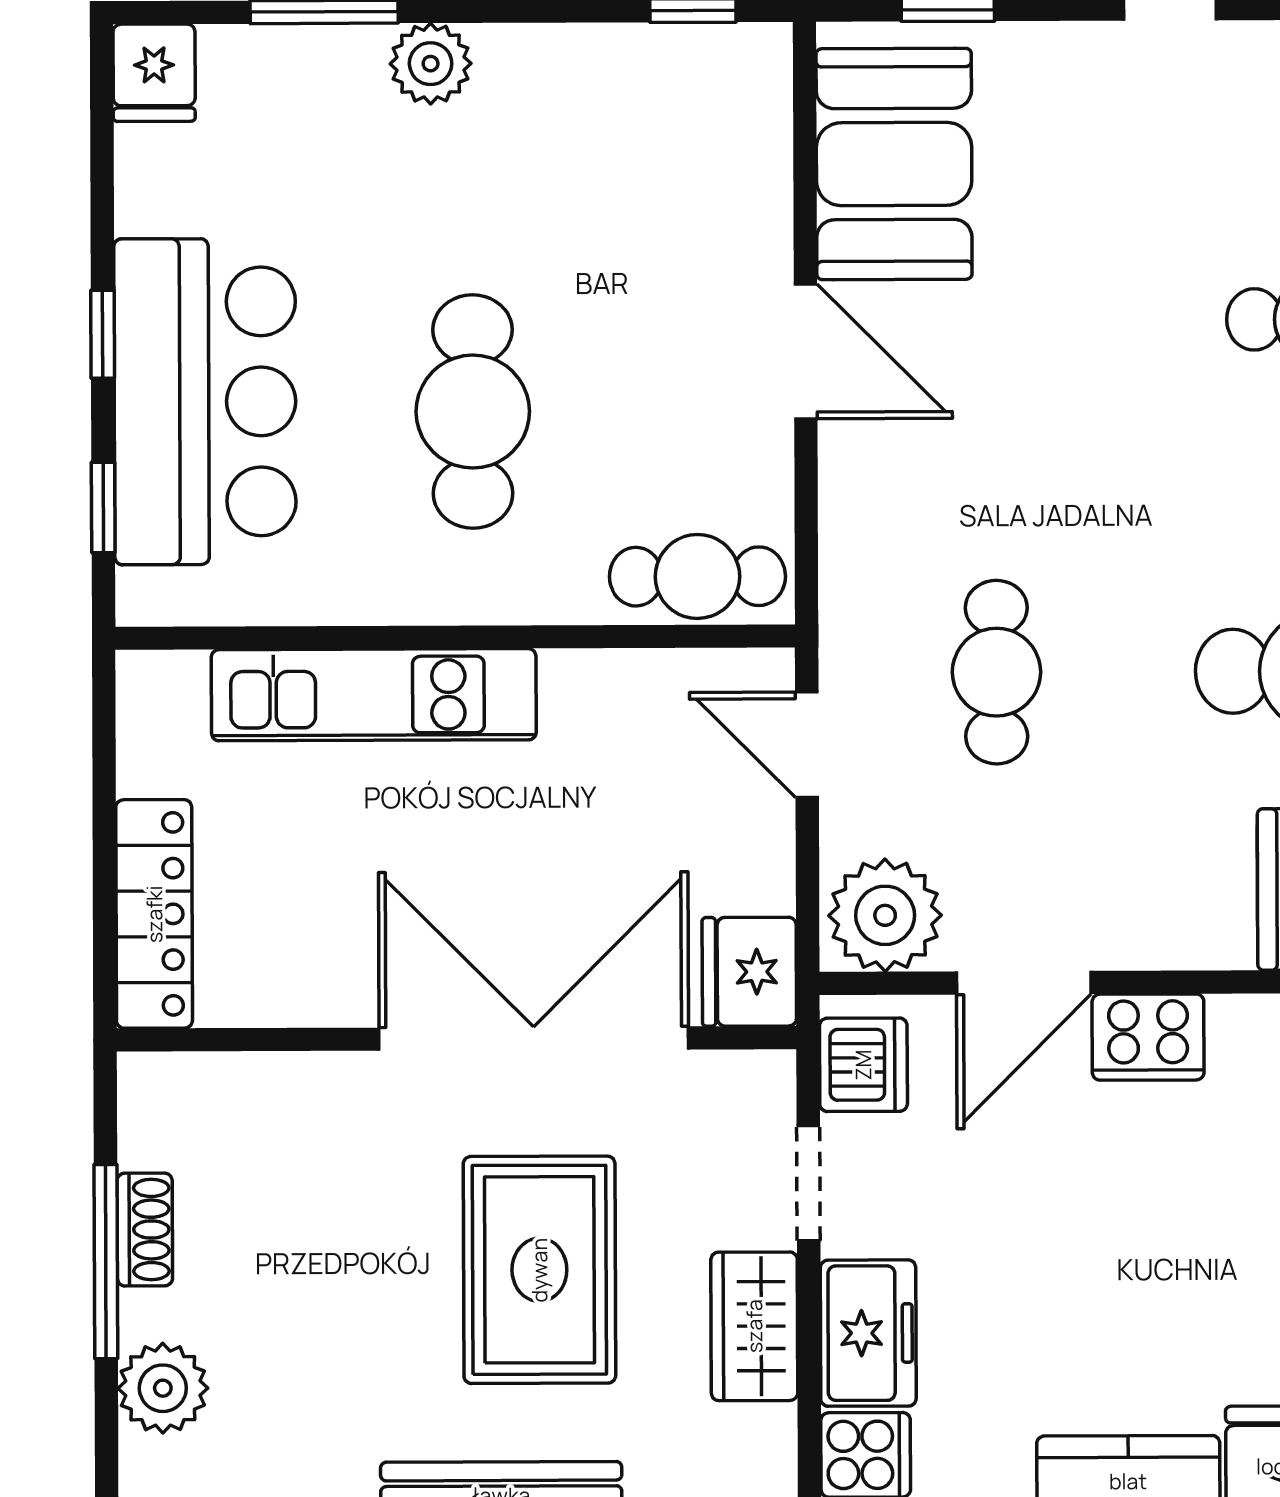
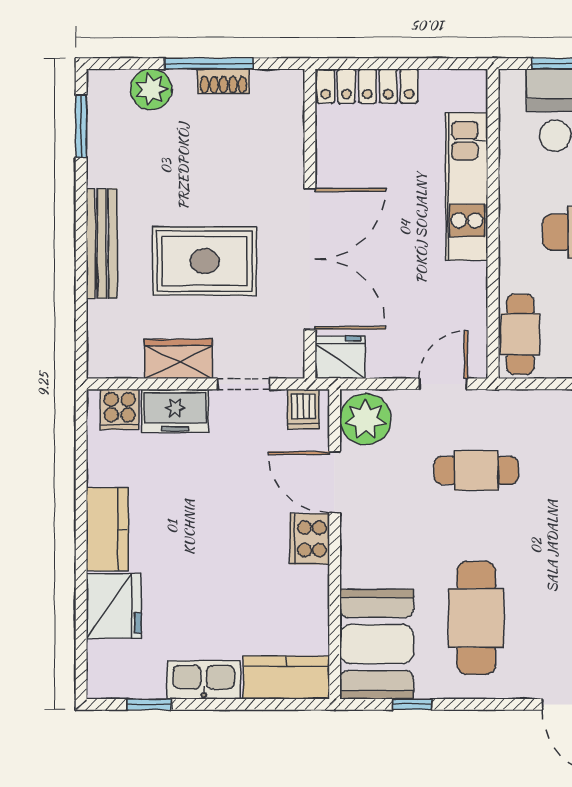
dishwasher: (863, 1065) -> (303, 409), width x0.73

